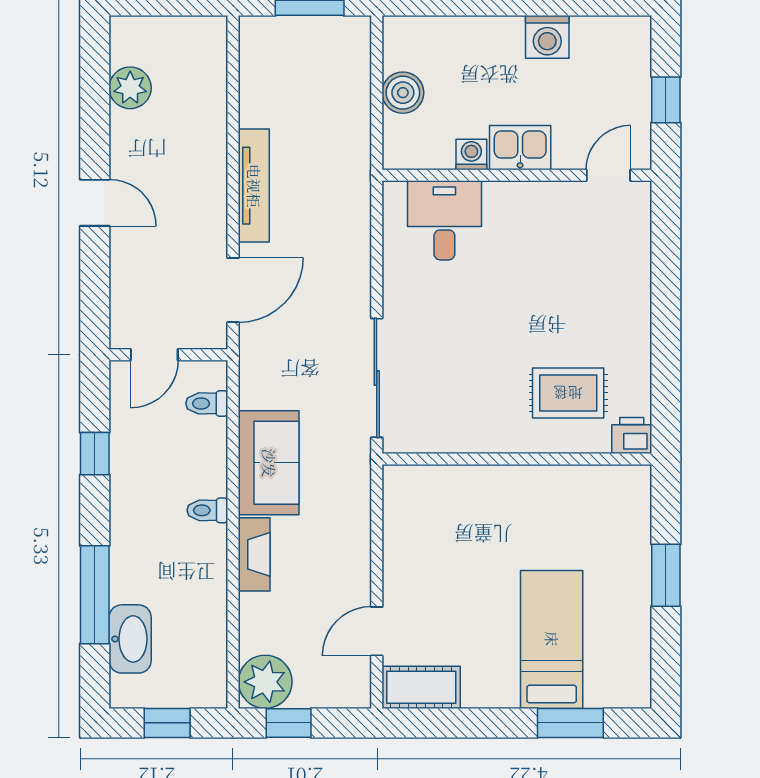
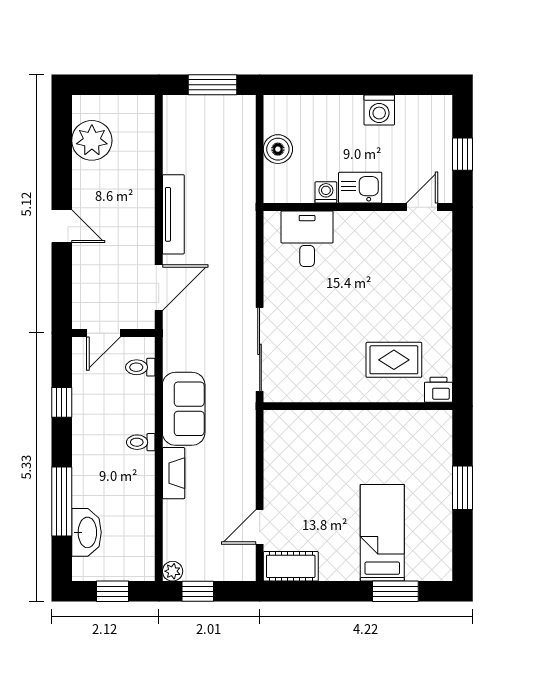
plant: (130, 88) -> (92, 140), width x1.36, depth x1.36
plant: (265, 682) -> (173, 571), width x0.53, depth x0.53

